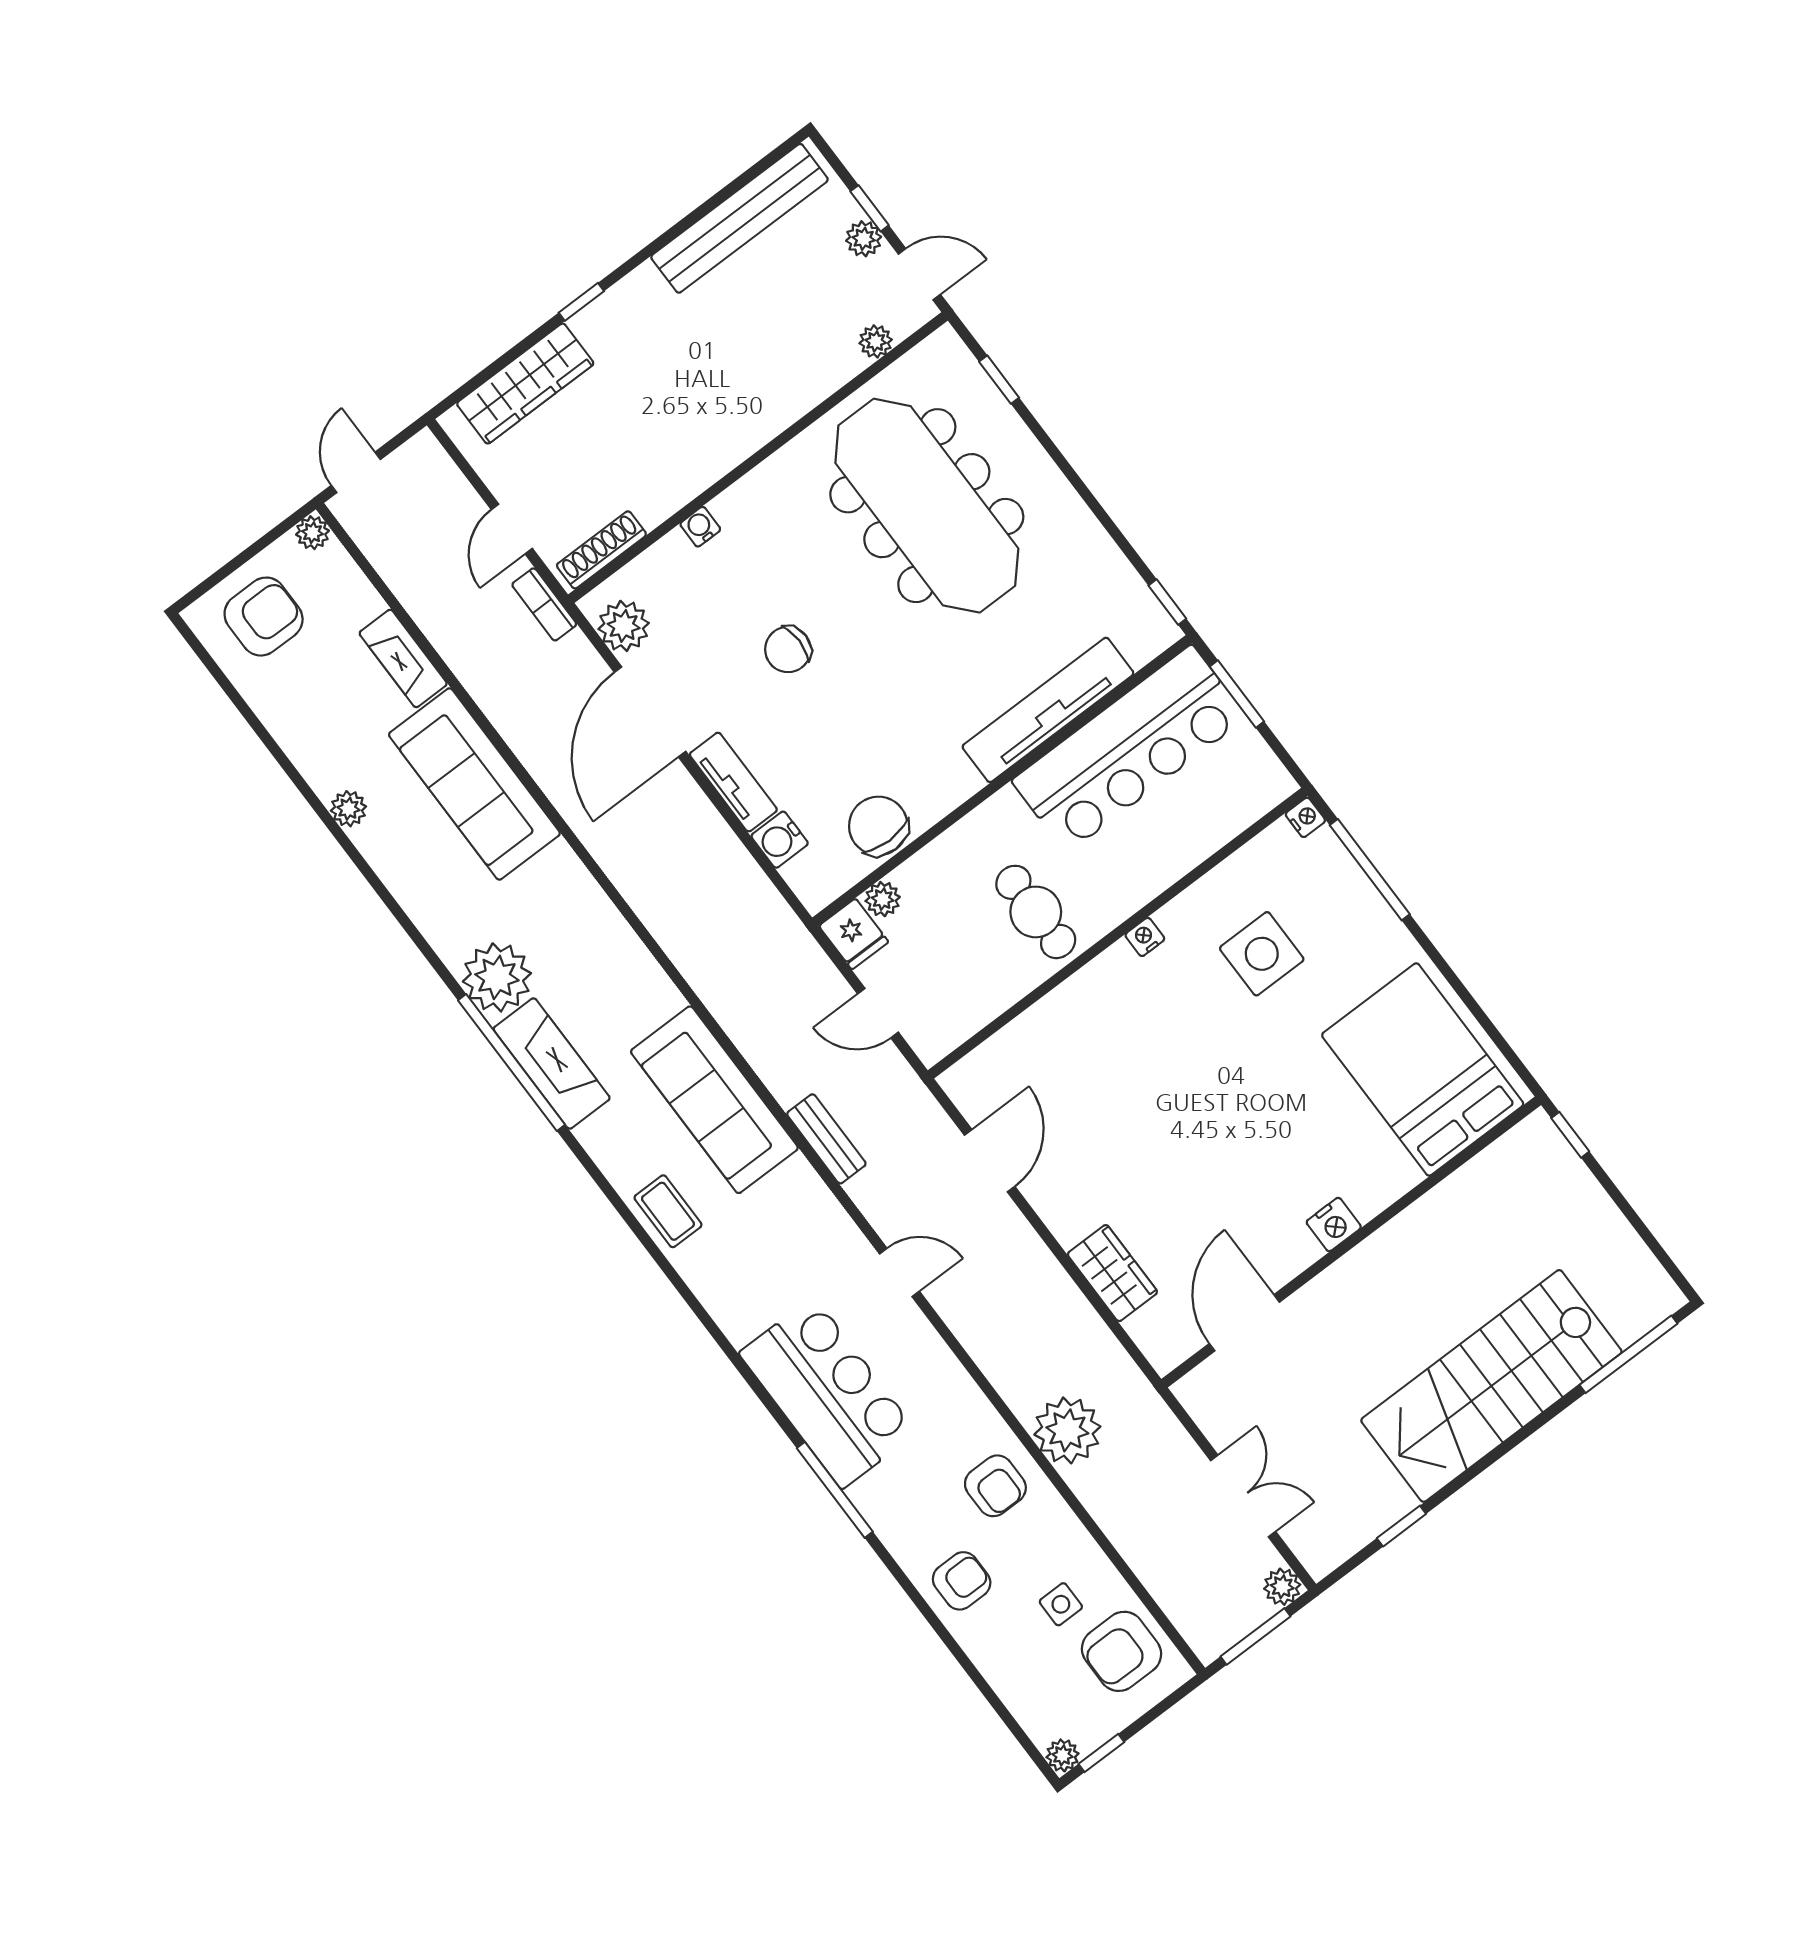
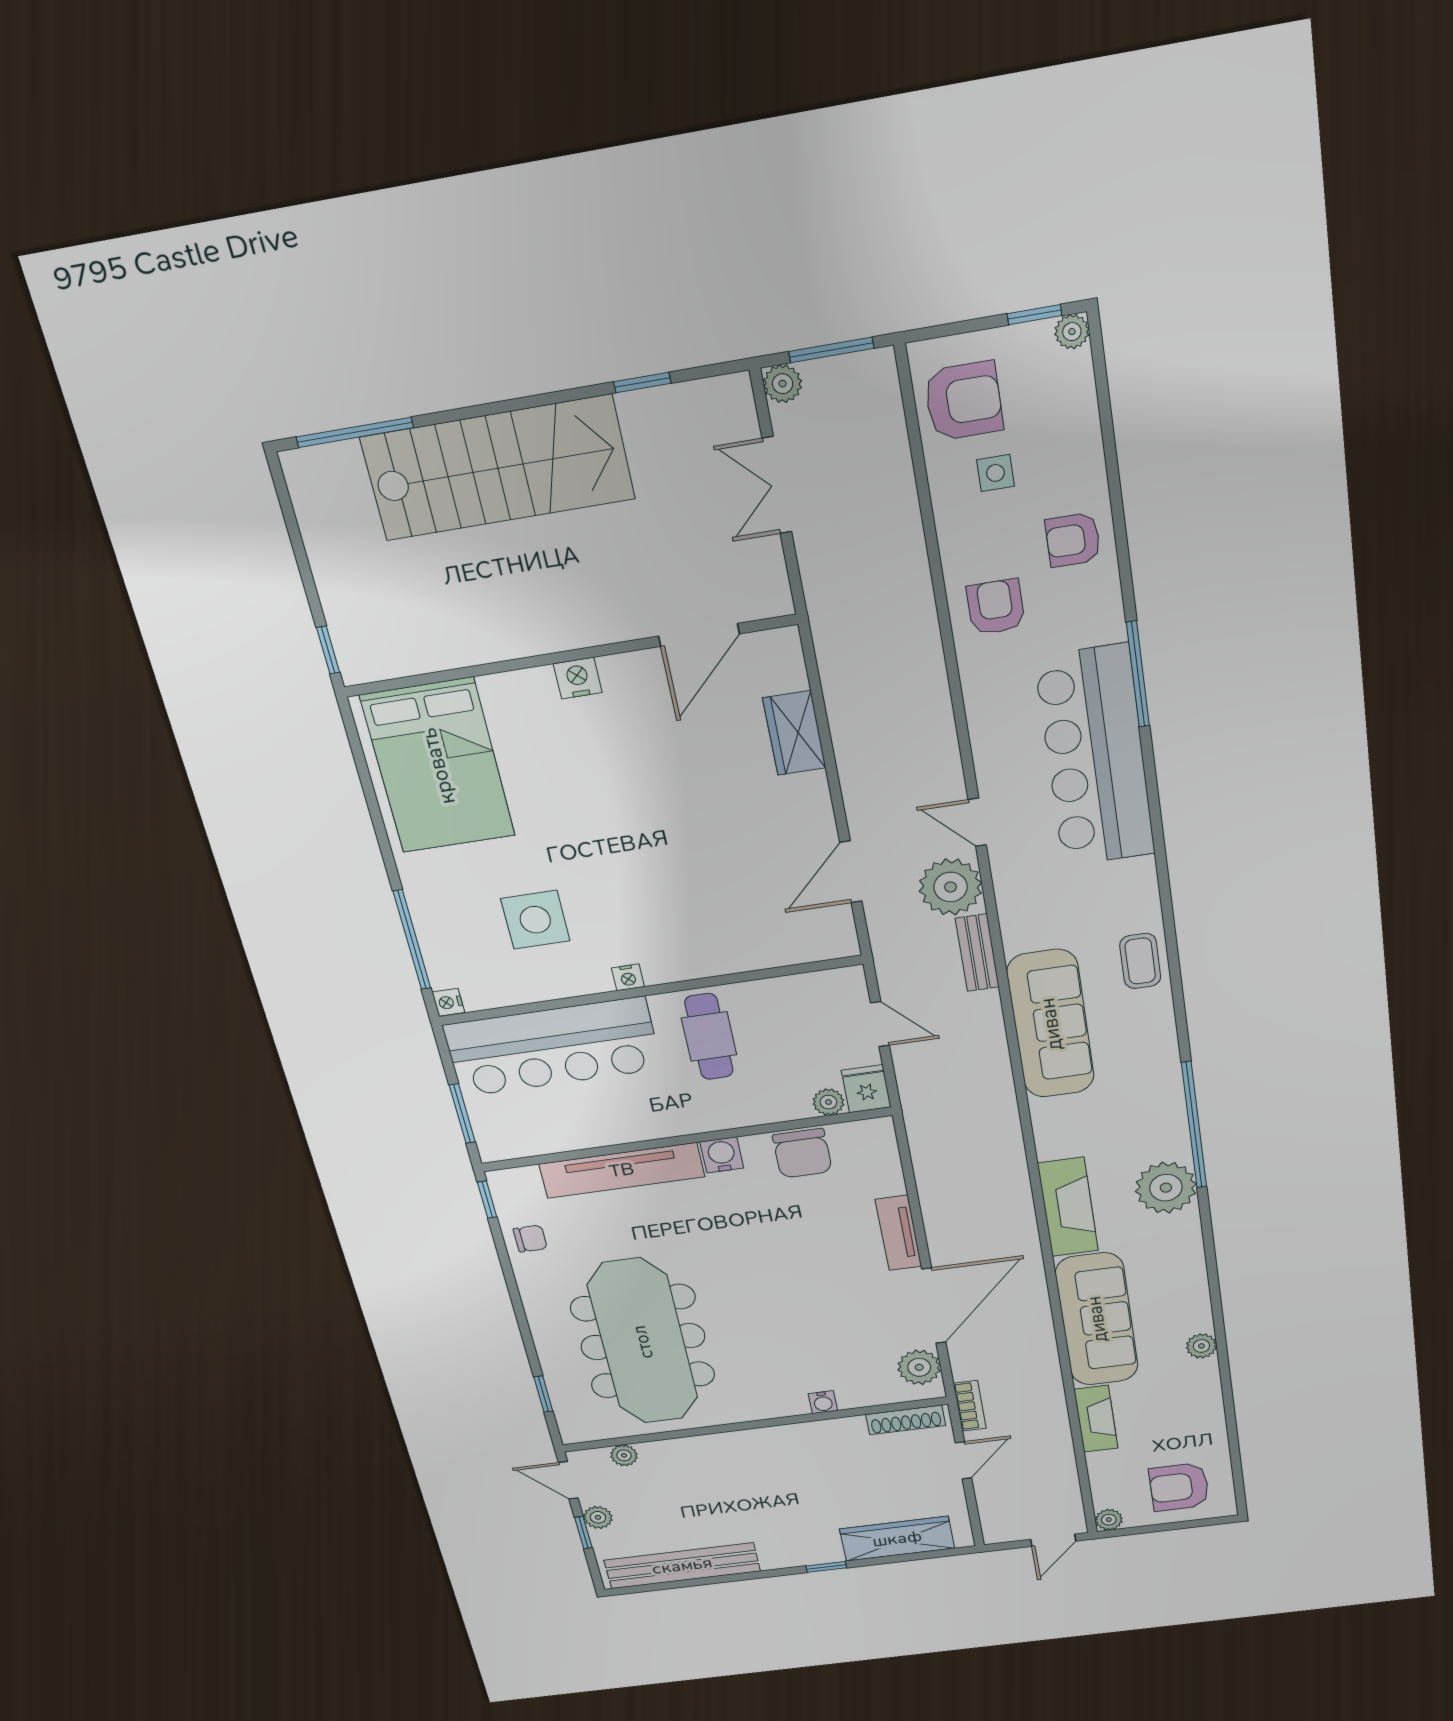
chair: (788, 649) -> (530, 1239), moved, width x0.73, depth x0.73
bar counter: (1129, 749) -> (552, 1047), moved, turned 180
water cooler: (780, 840) -> (722, 1155), moved, turned -90
fireplace: (552, 1063) -> (1068, 1207), moved, turned 180
bar counter: (828, 1393) -> (1095, 757), width x1.36
plant: (1067, 1430) -> (951, 887), moved

